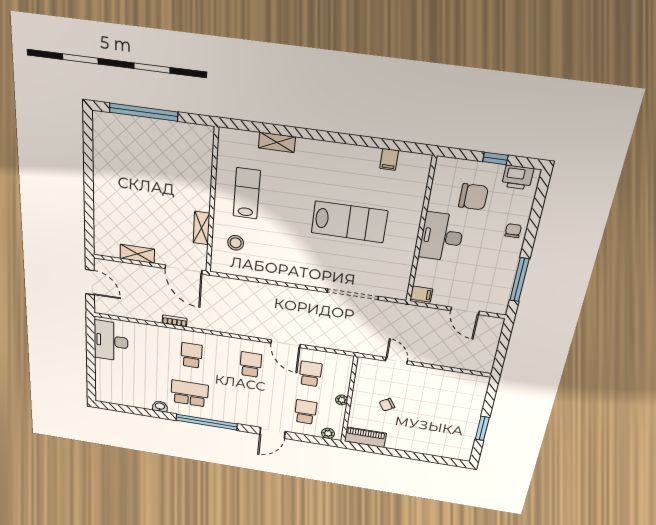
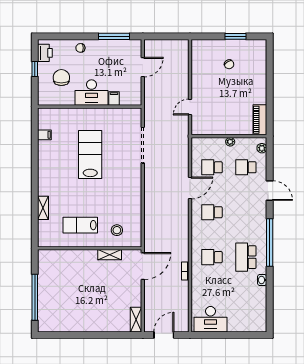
shelving: (137, 254) -> (136, 320), moved
filing cabinet: (421, 294) -> (114, 98), moved
chair: (387, 405) -> (229, 64), moved

